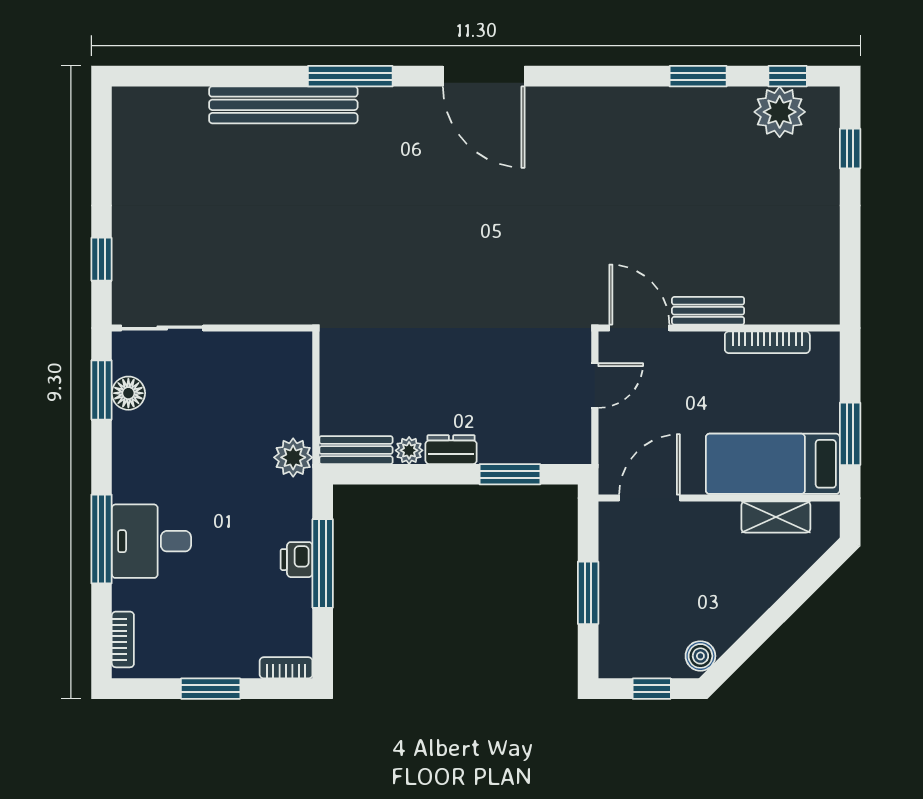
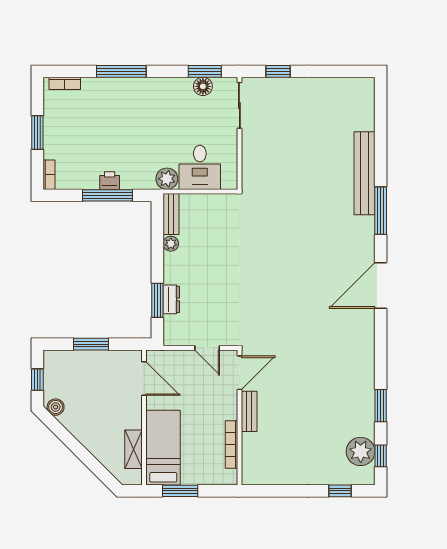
dresser: (451, 450) -> (171, 299), moved
desk: (151, 541) -> (200, 167), moved, turned 180

